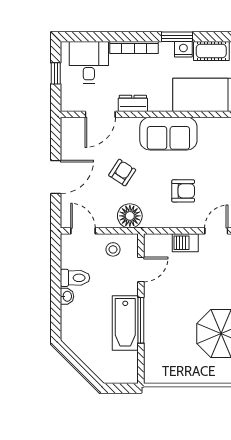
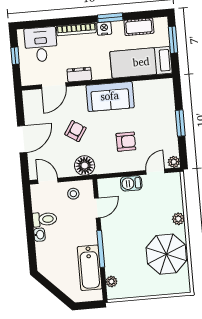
nightstand: (183, 49) -> (104, 28), moved
bathtub: (125, 323) -> (90, 268), moved
plant: (151, 362) -> (112, 282), added

